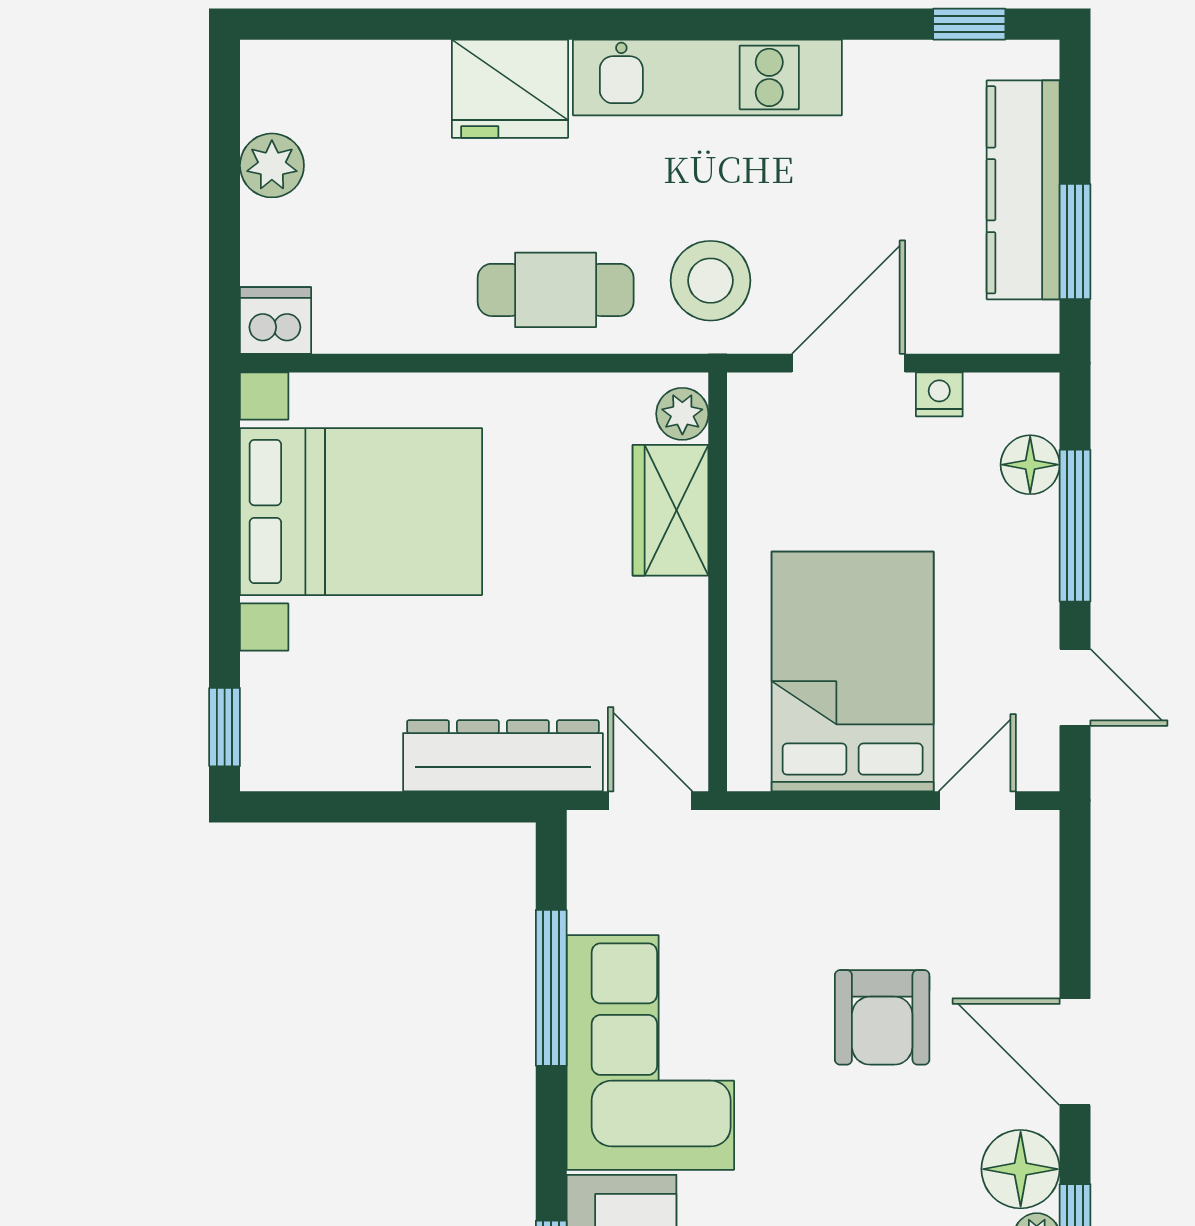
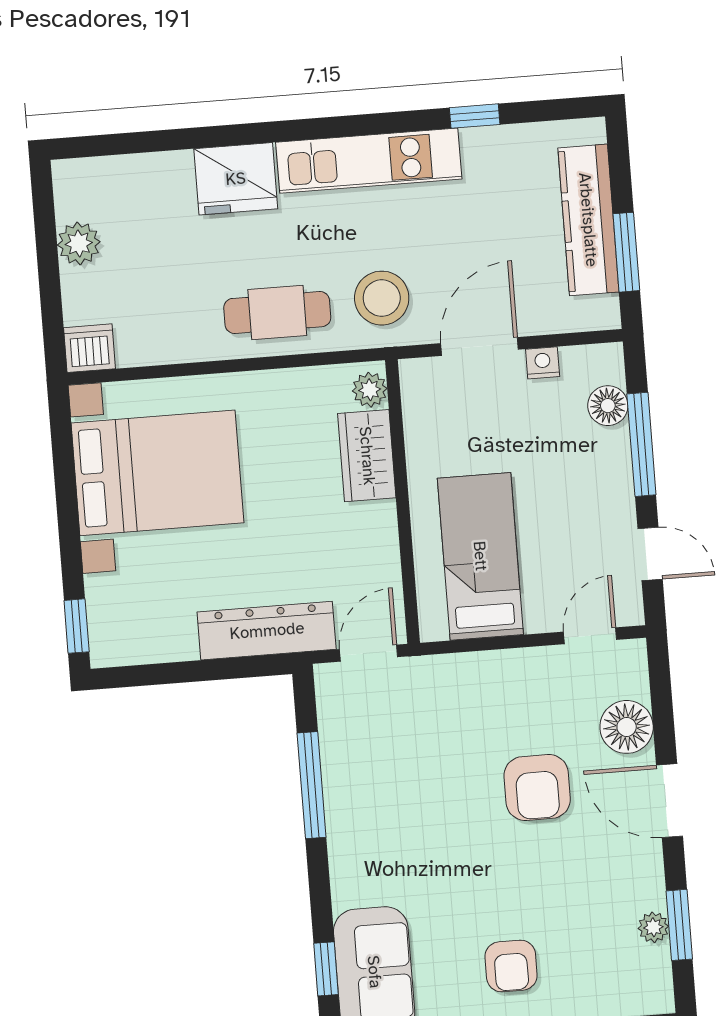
window: (969, 24) -> (475, 116), moved
bed: (853, 672) -> (480, 556), width x0.67
door: (650, 801) -> (369, 653), hinge flipped
corner sofa: (650, 1053) -> (382, 824), removed
floor lamp: (1021, 1169) -> (627, 727), moved

